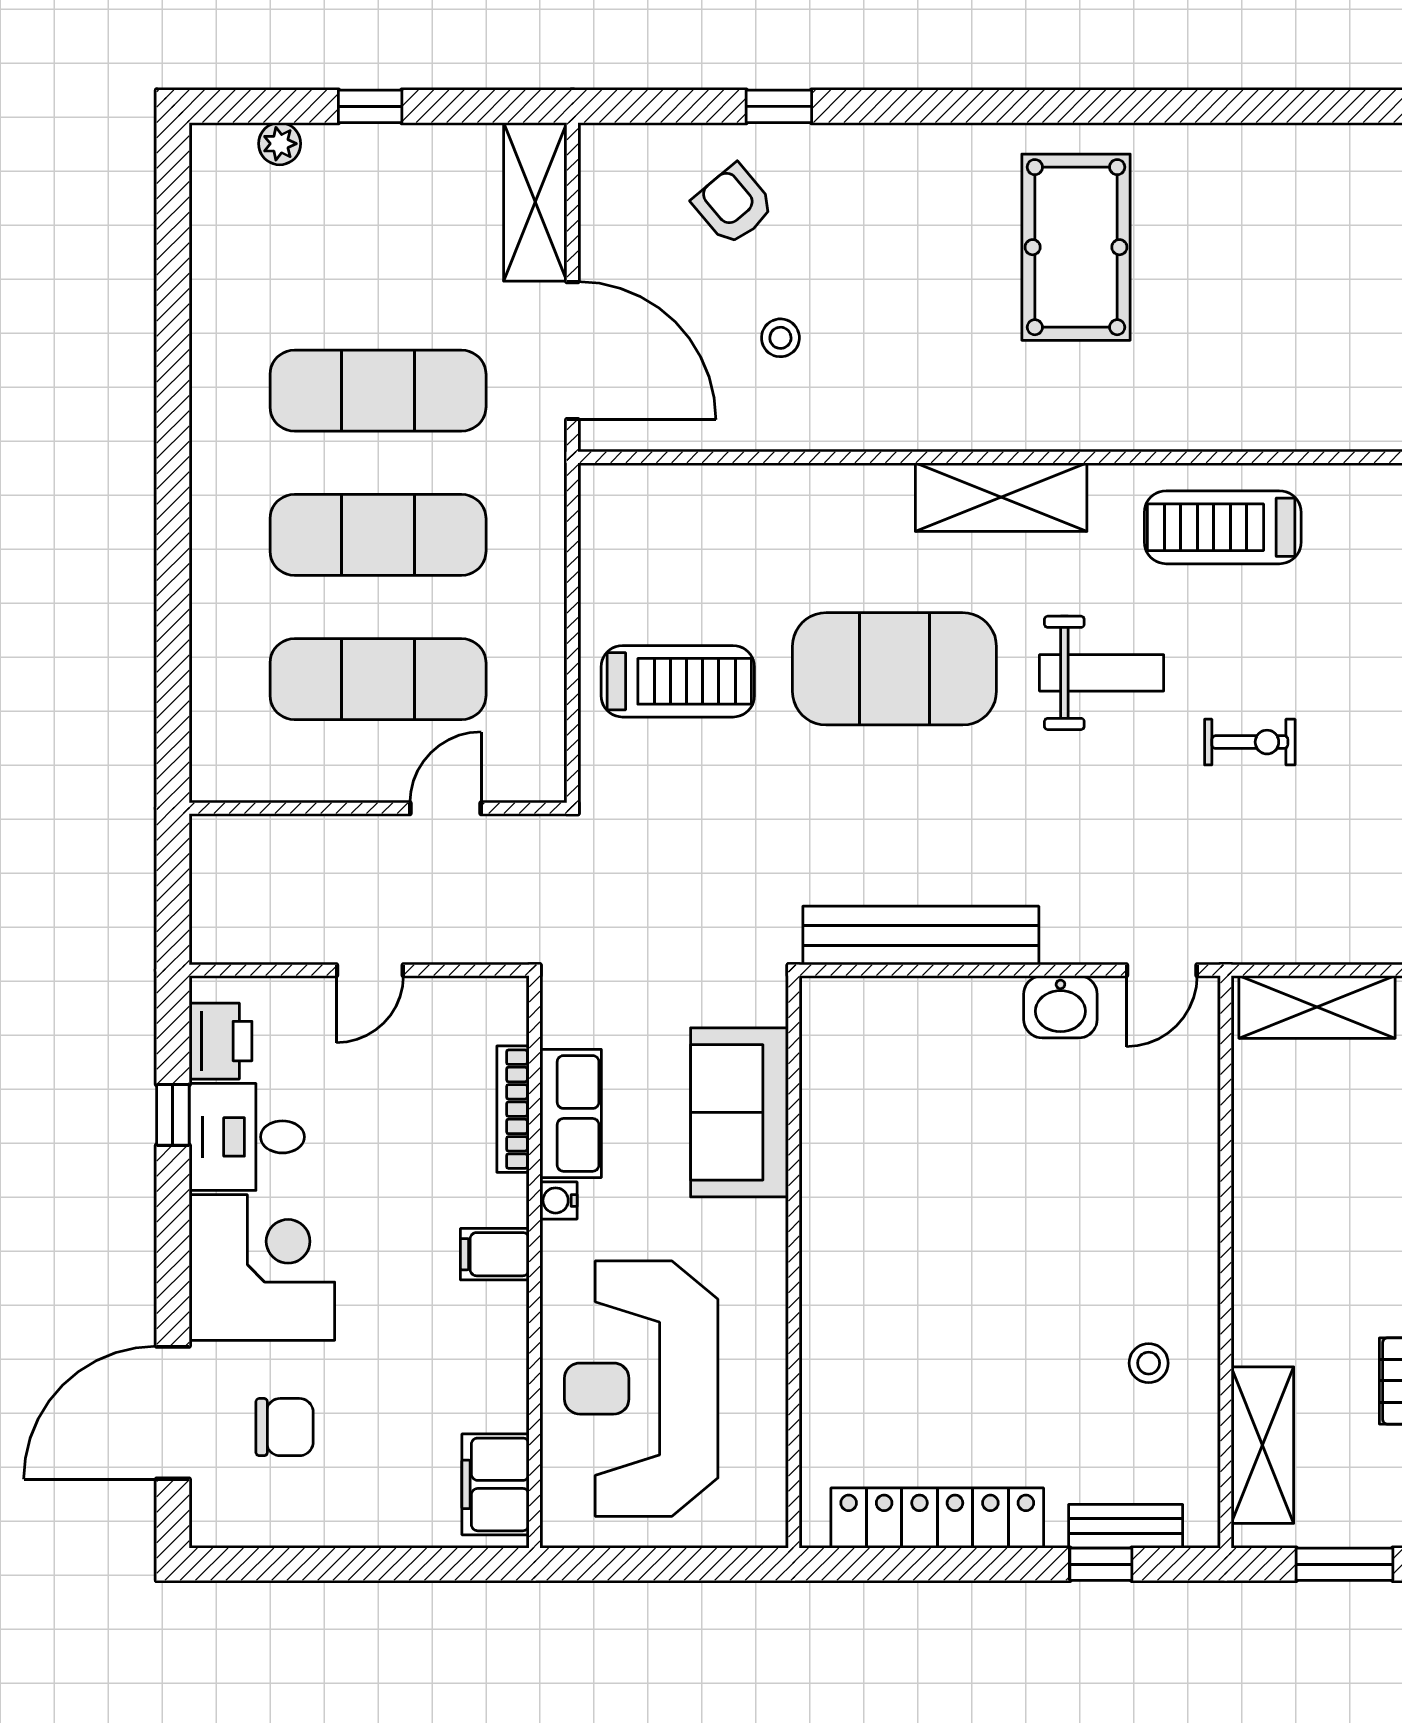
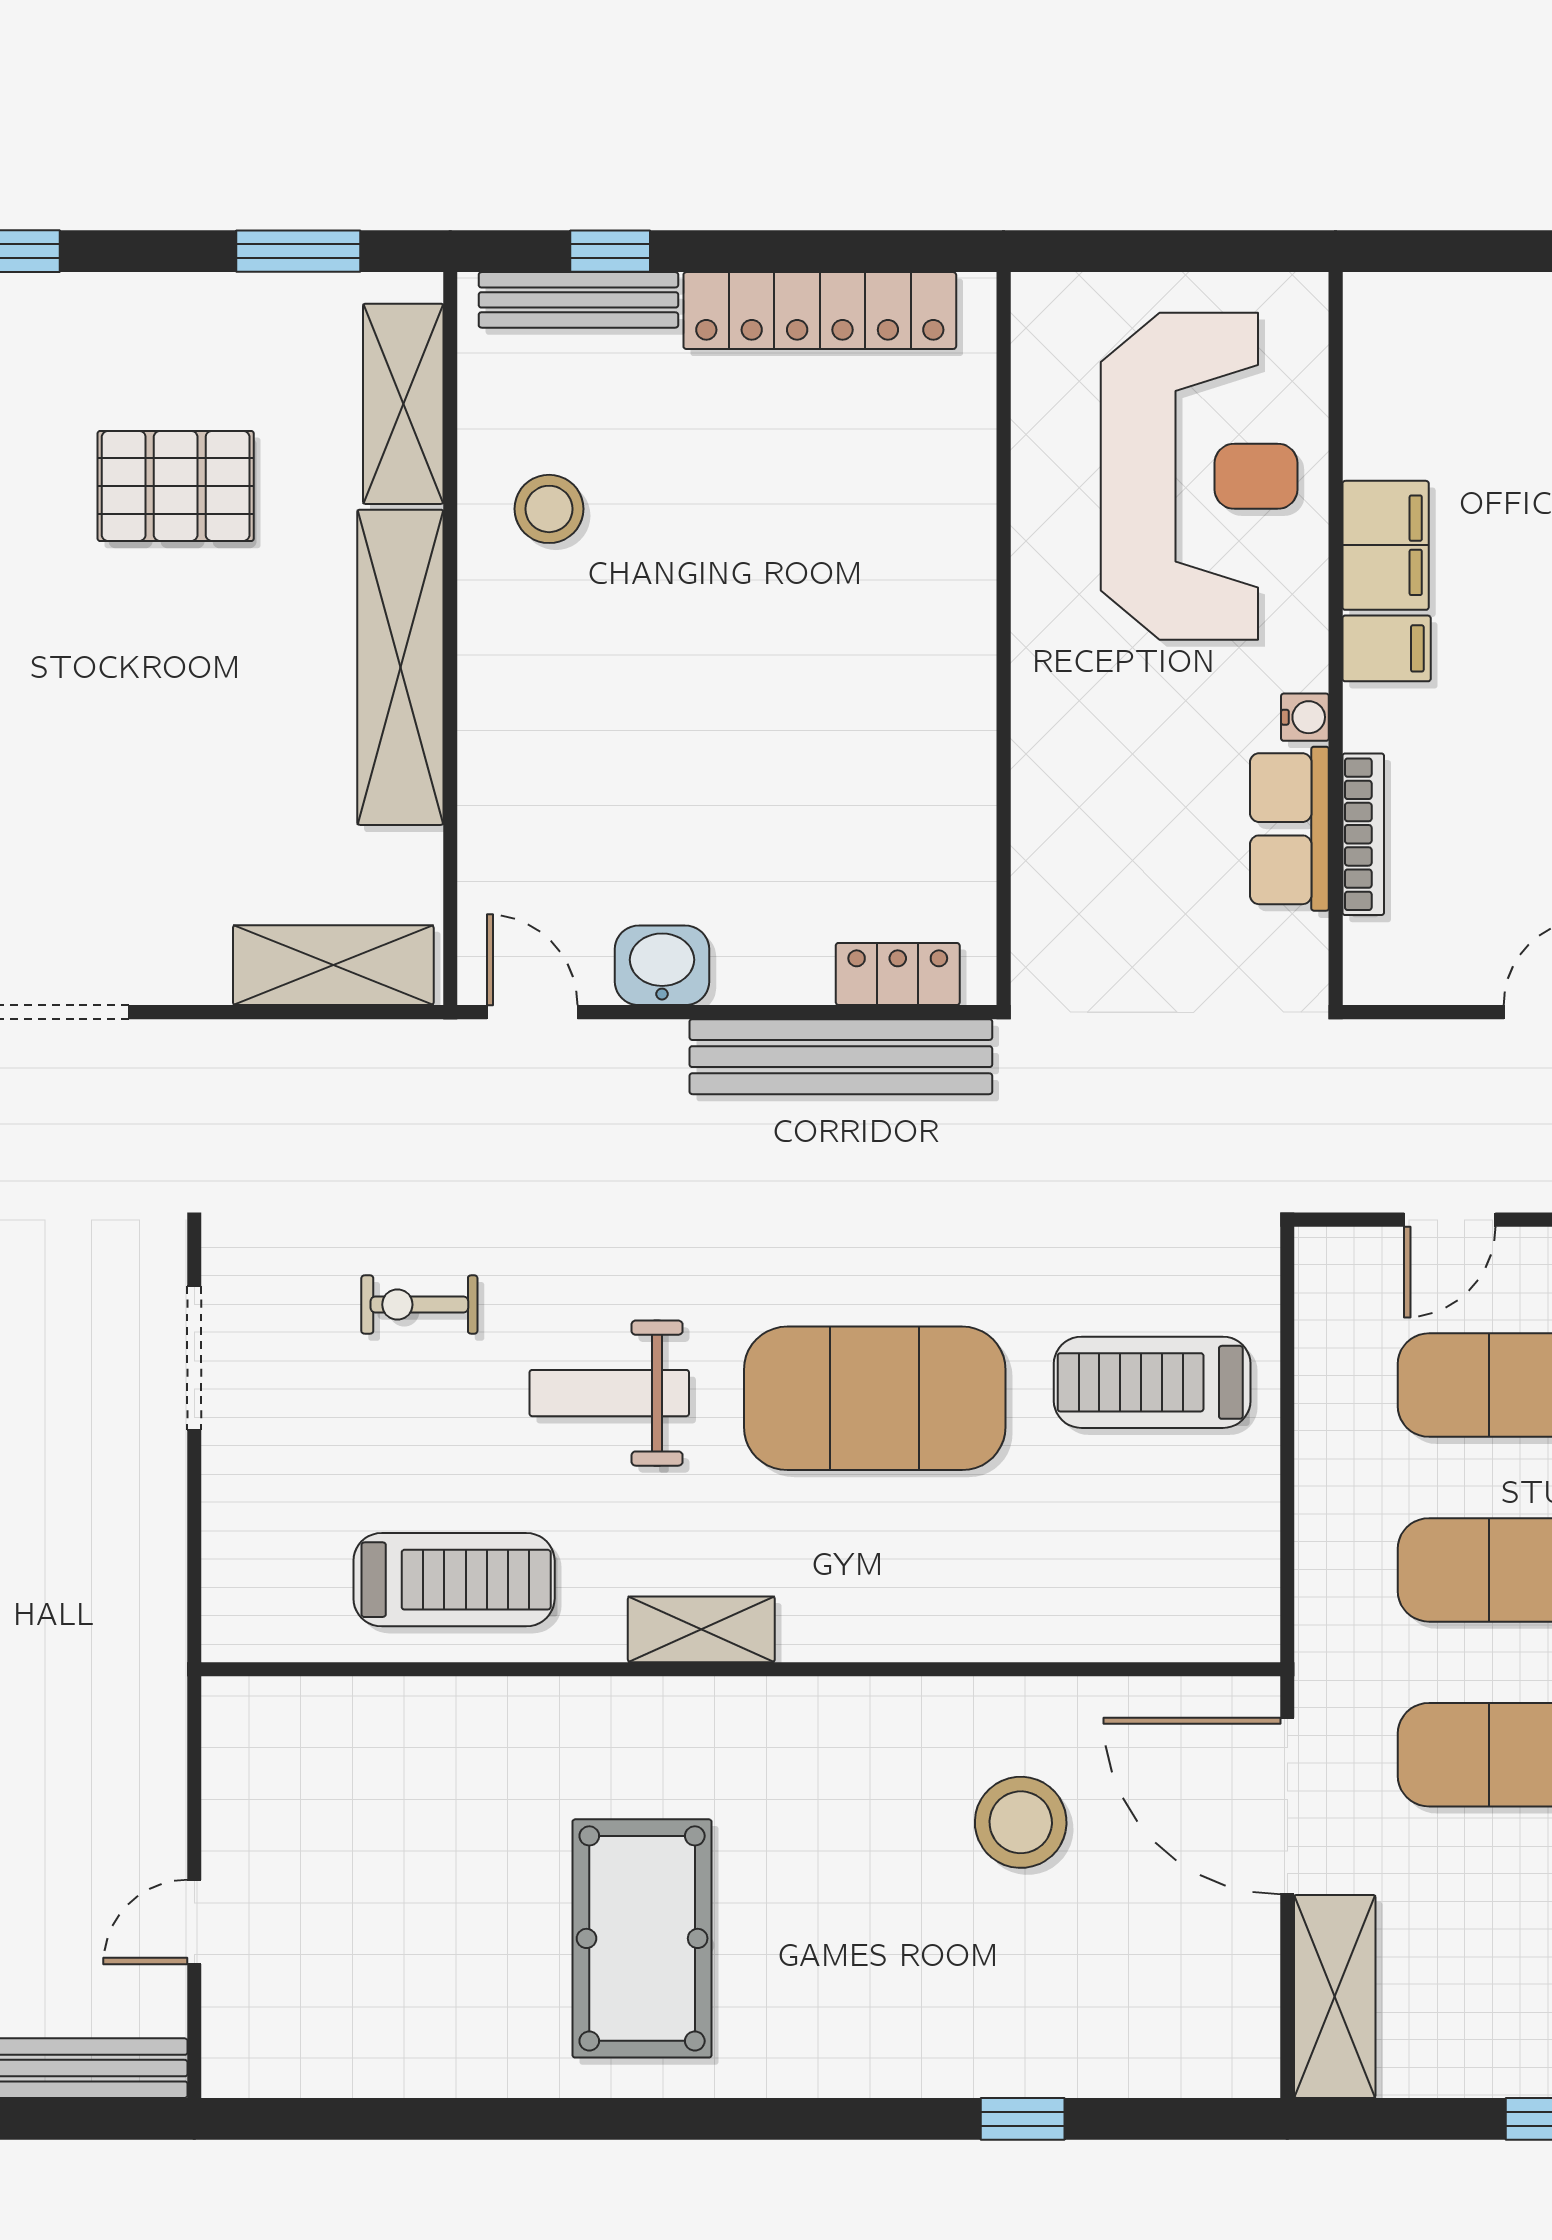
armchair: (733, 205) -> (1081, 1993), removed
stool: (780, 338) -> (1021, 1822), width x1.89, depth x1.89
shelving: (1001, 497) -> (701, 1629), width x0.67, depth x0.75
door: (1162, 970) -> (532, 1012), hinge flipped
locker: (876, 1000) -> (898, 974), added
sofa: (739, 1112) -> (1073, 830), removed
shelving: (1265, 1239) -> (400, 667), added
stool: (1149, 1363) -> (549, 509), width x1.37, depth x1.37
filing cabinet: (496, 1484) -> (1386, 545), moved
bench: (1126, 1526) -> (578, 300), width x1.36

